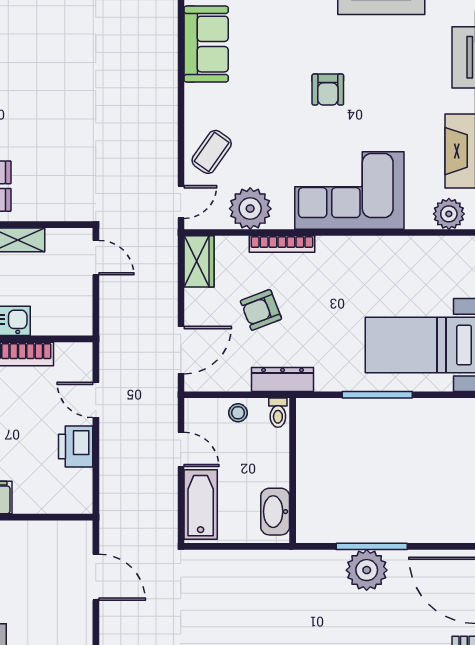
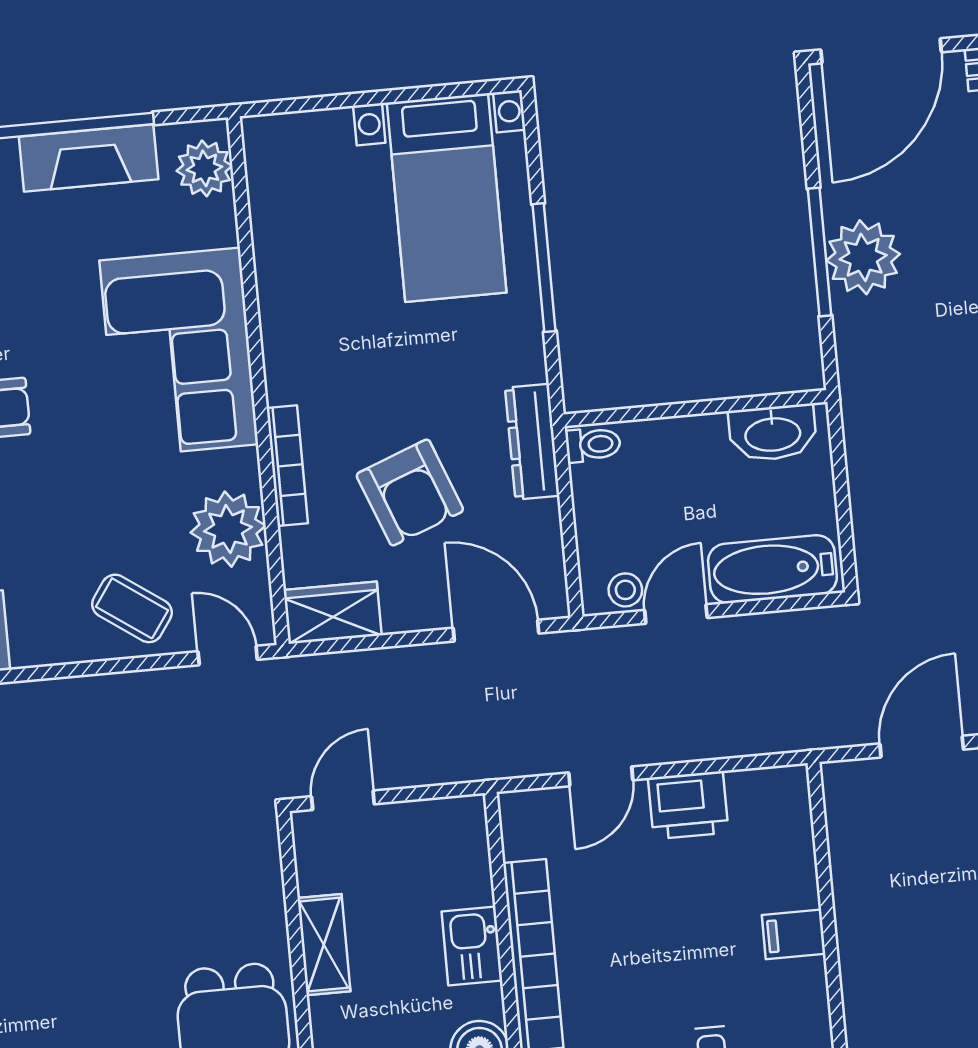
armchair: (261, 310) -> (410, 492), width x1.38, depth x1.38
stool: (238, 413) -> (625, 590), moved

